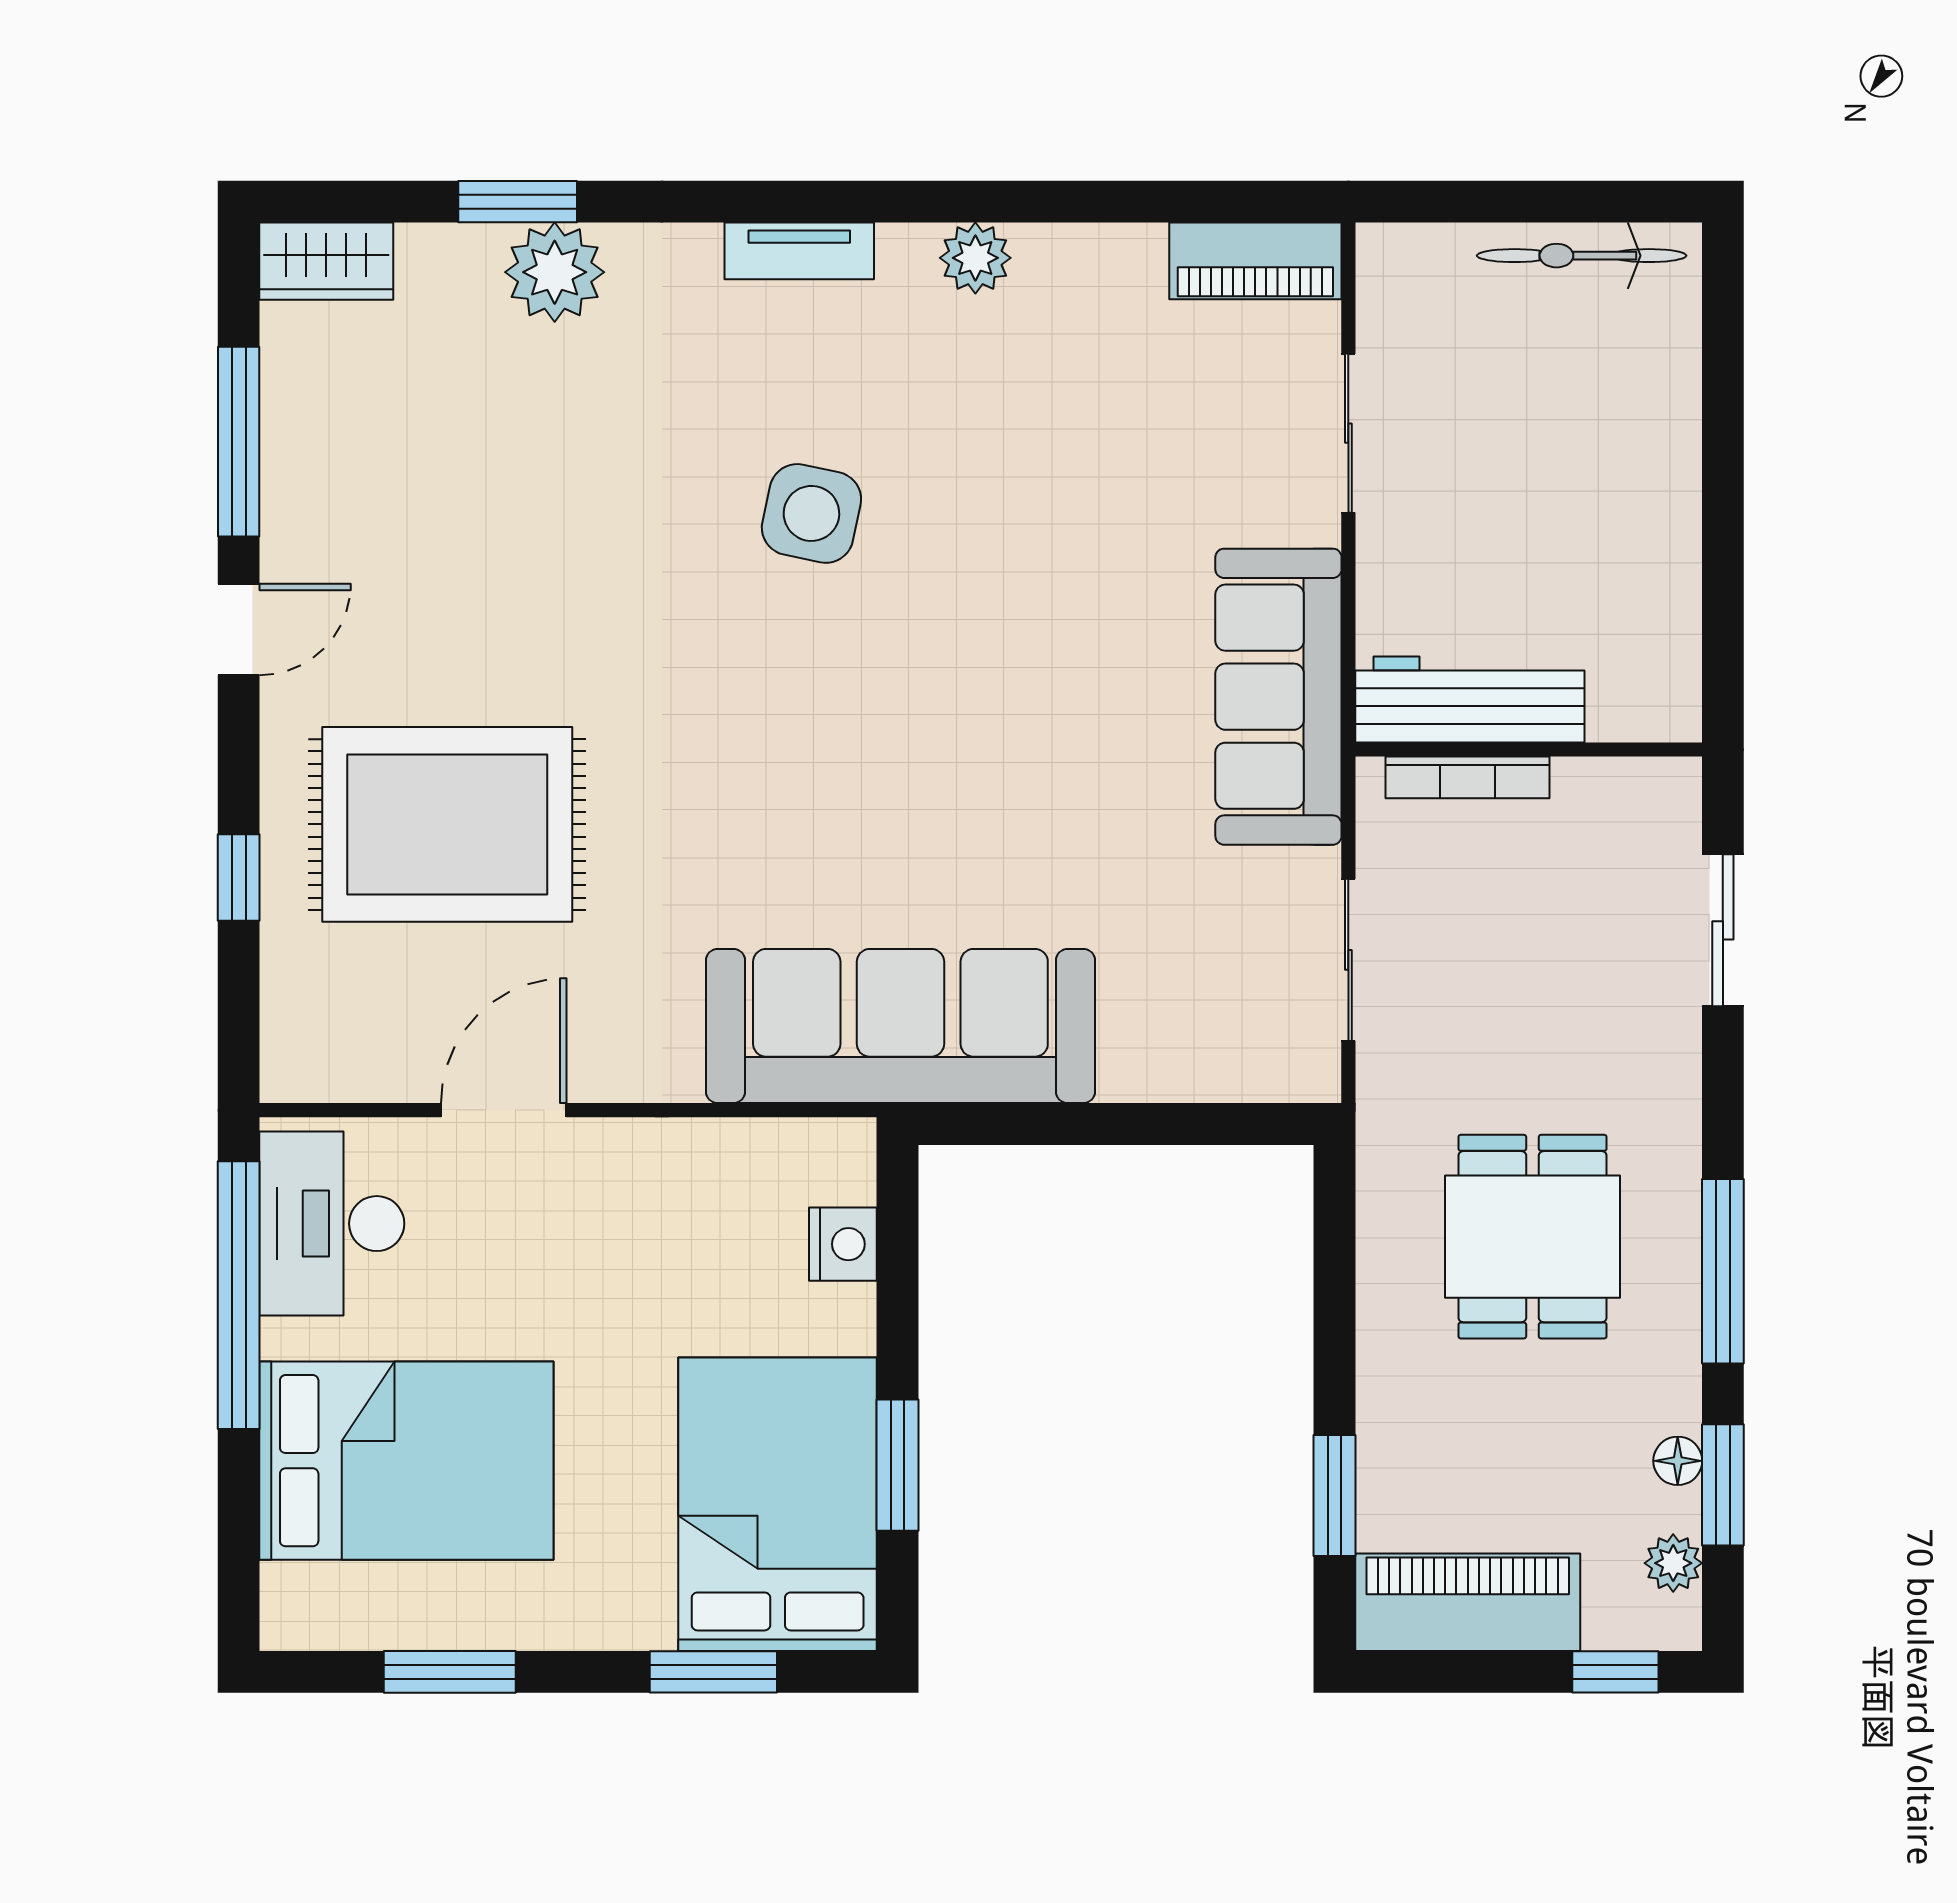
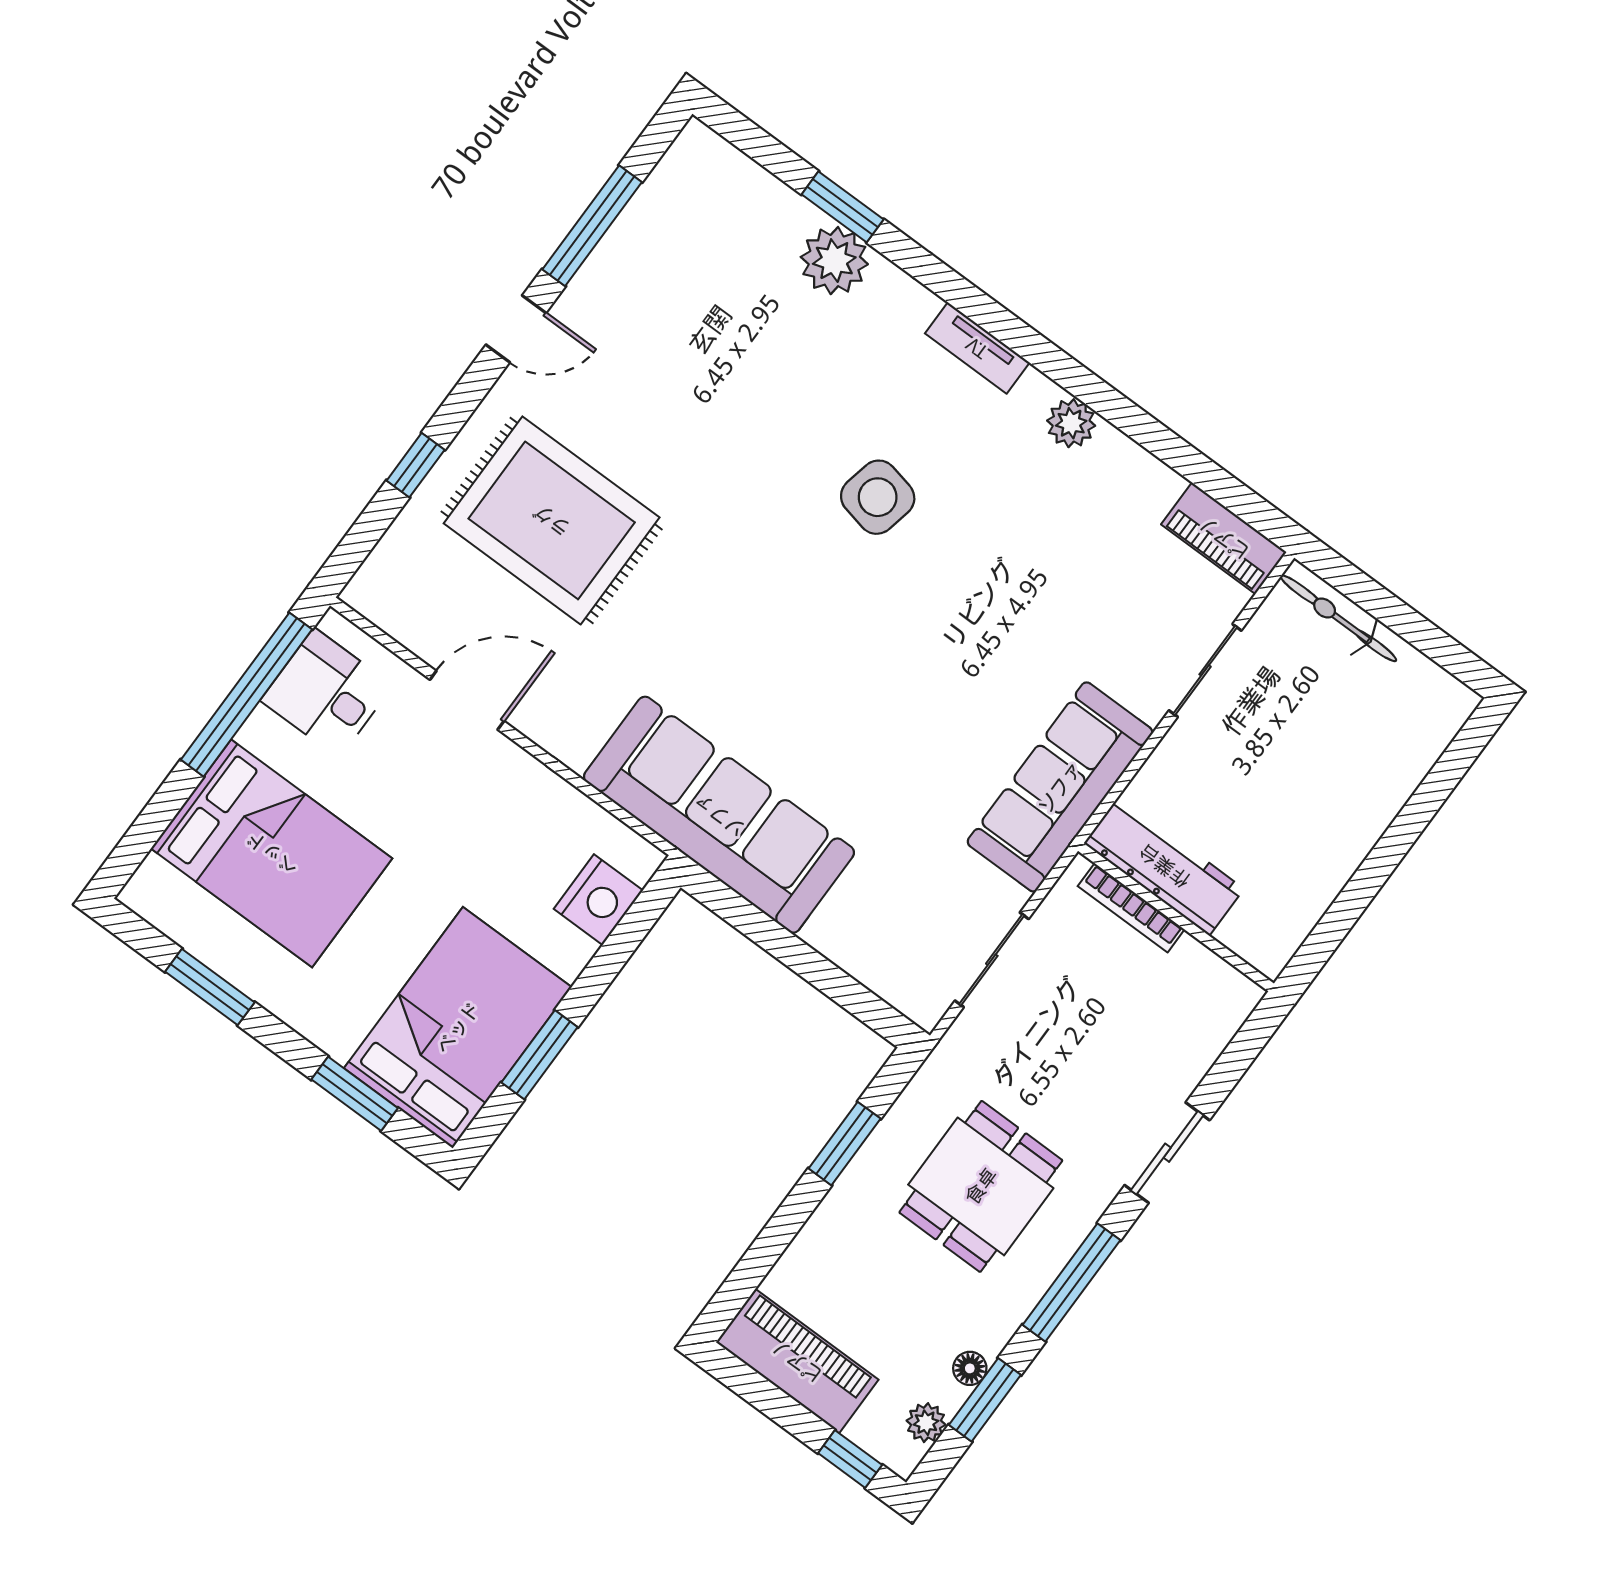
bicycle: (1582, 256) -> (1338, 618), moved
wardrobe: (326, 261) -> (713, 162), removed
sliding door: (1723, 930) -> (1167, 1153), moved
desk: (332, 1224) -> (327, 693), width x0.73
nightstand: (843, 1244) -> (598, 900), width x1.36, depth x1.33
window: (1335, 1495) -> (845, 1144), moved

